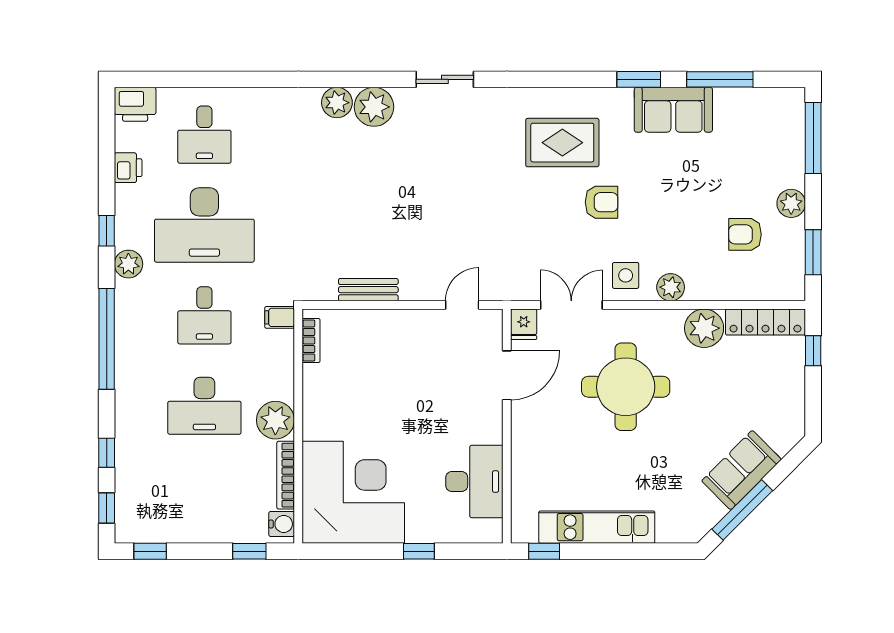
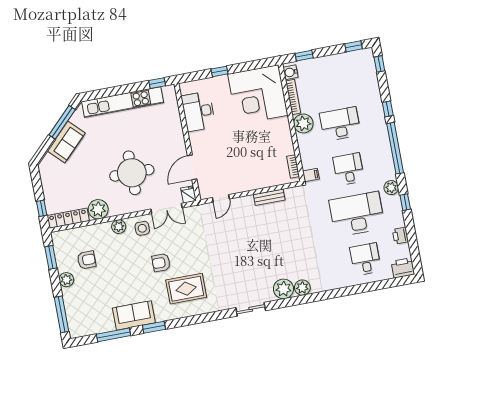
window: (107, 453) -> (388, 109), moved
kitchen unit: (597, 527) -> (123, 102), width x1.36

